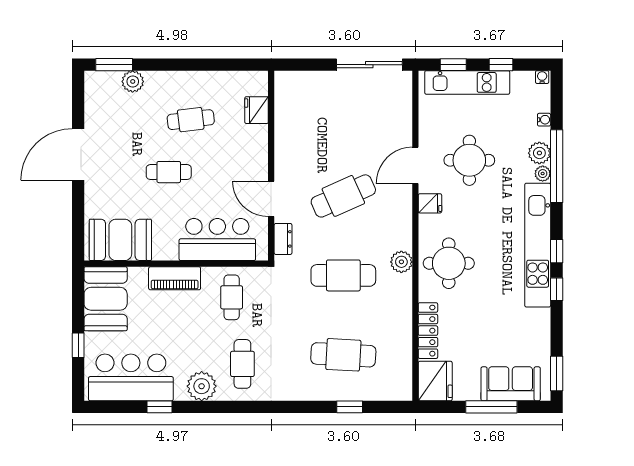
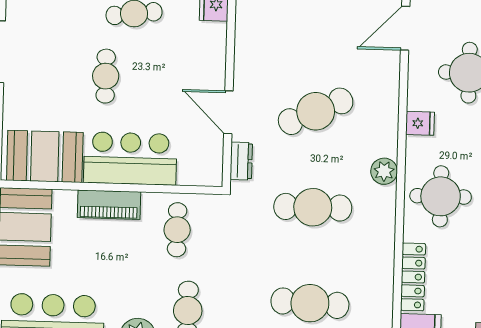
door: (415, 165) -> (405, 28), moved
cafe table: (169, 172) -> (106, 76), turned 90
bar counter: (217, 240) -> (130, 158), moved
plant: (401, 262) -> (384, 171), moved

